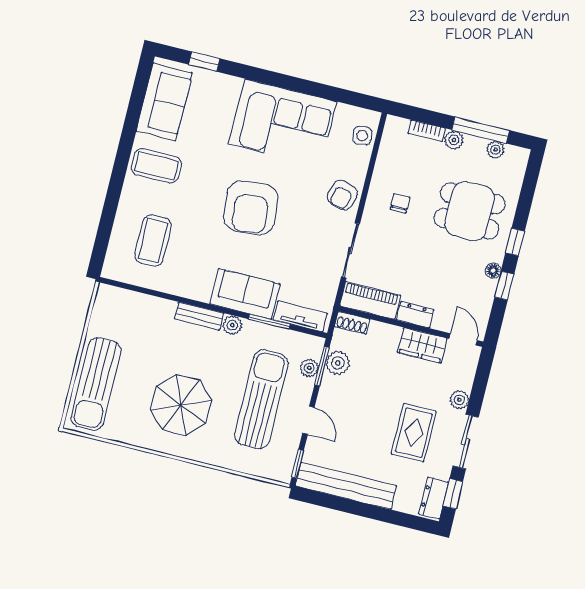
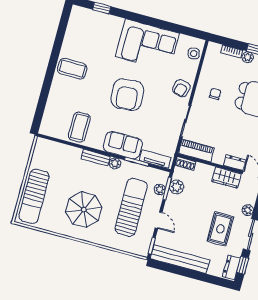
sofa: (164, 102) -> (78, 31), removed
coffee table: (153, 240) -> (79, 127), moved
dresser: (415, 315) -> (234, 163), moved

